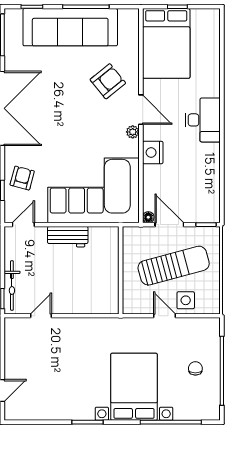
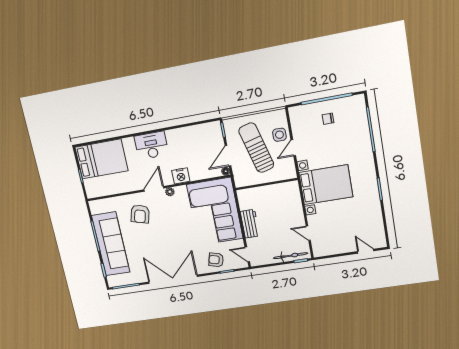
bed: (166, 43) -> (101, 159), moved
armchair: (108, 81) -> (140, 214), turned -126
bed with nightstands: (134, 387) -> (326, 185), moved, turned 180

